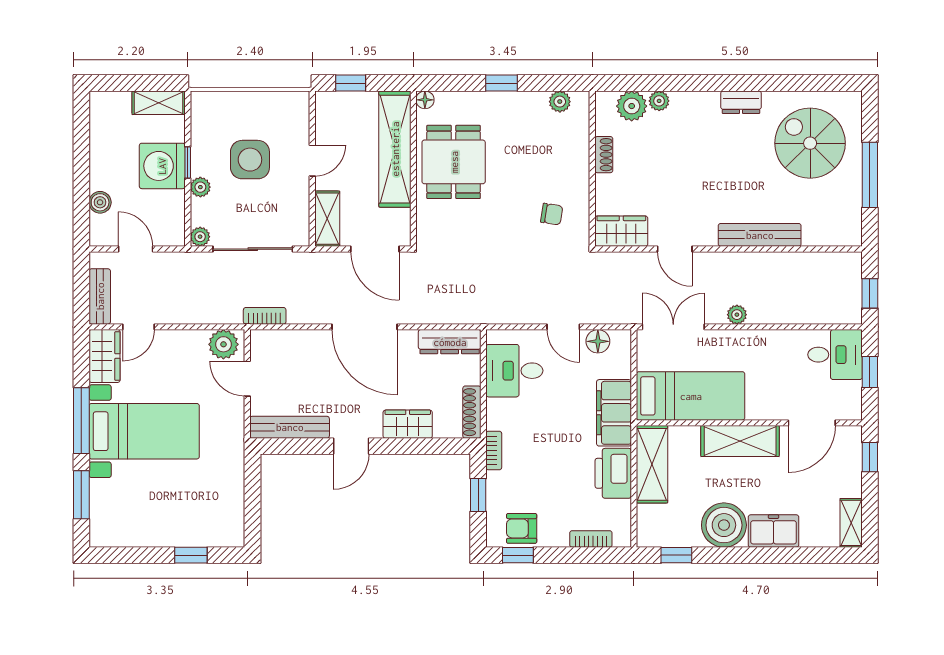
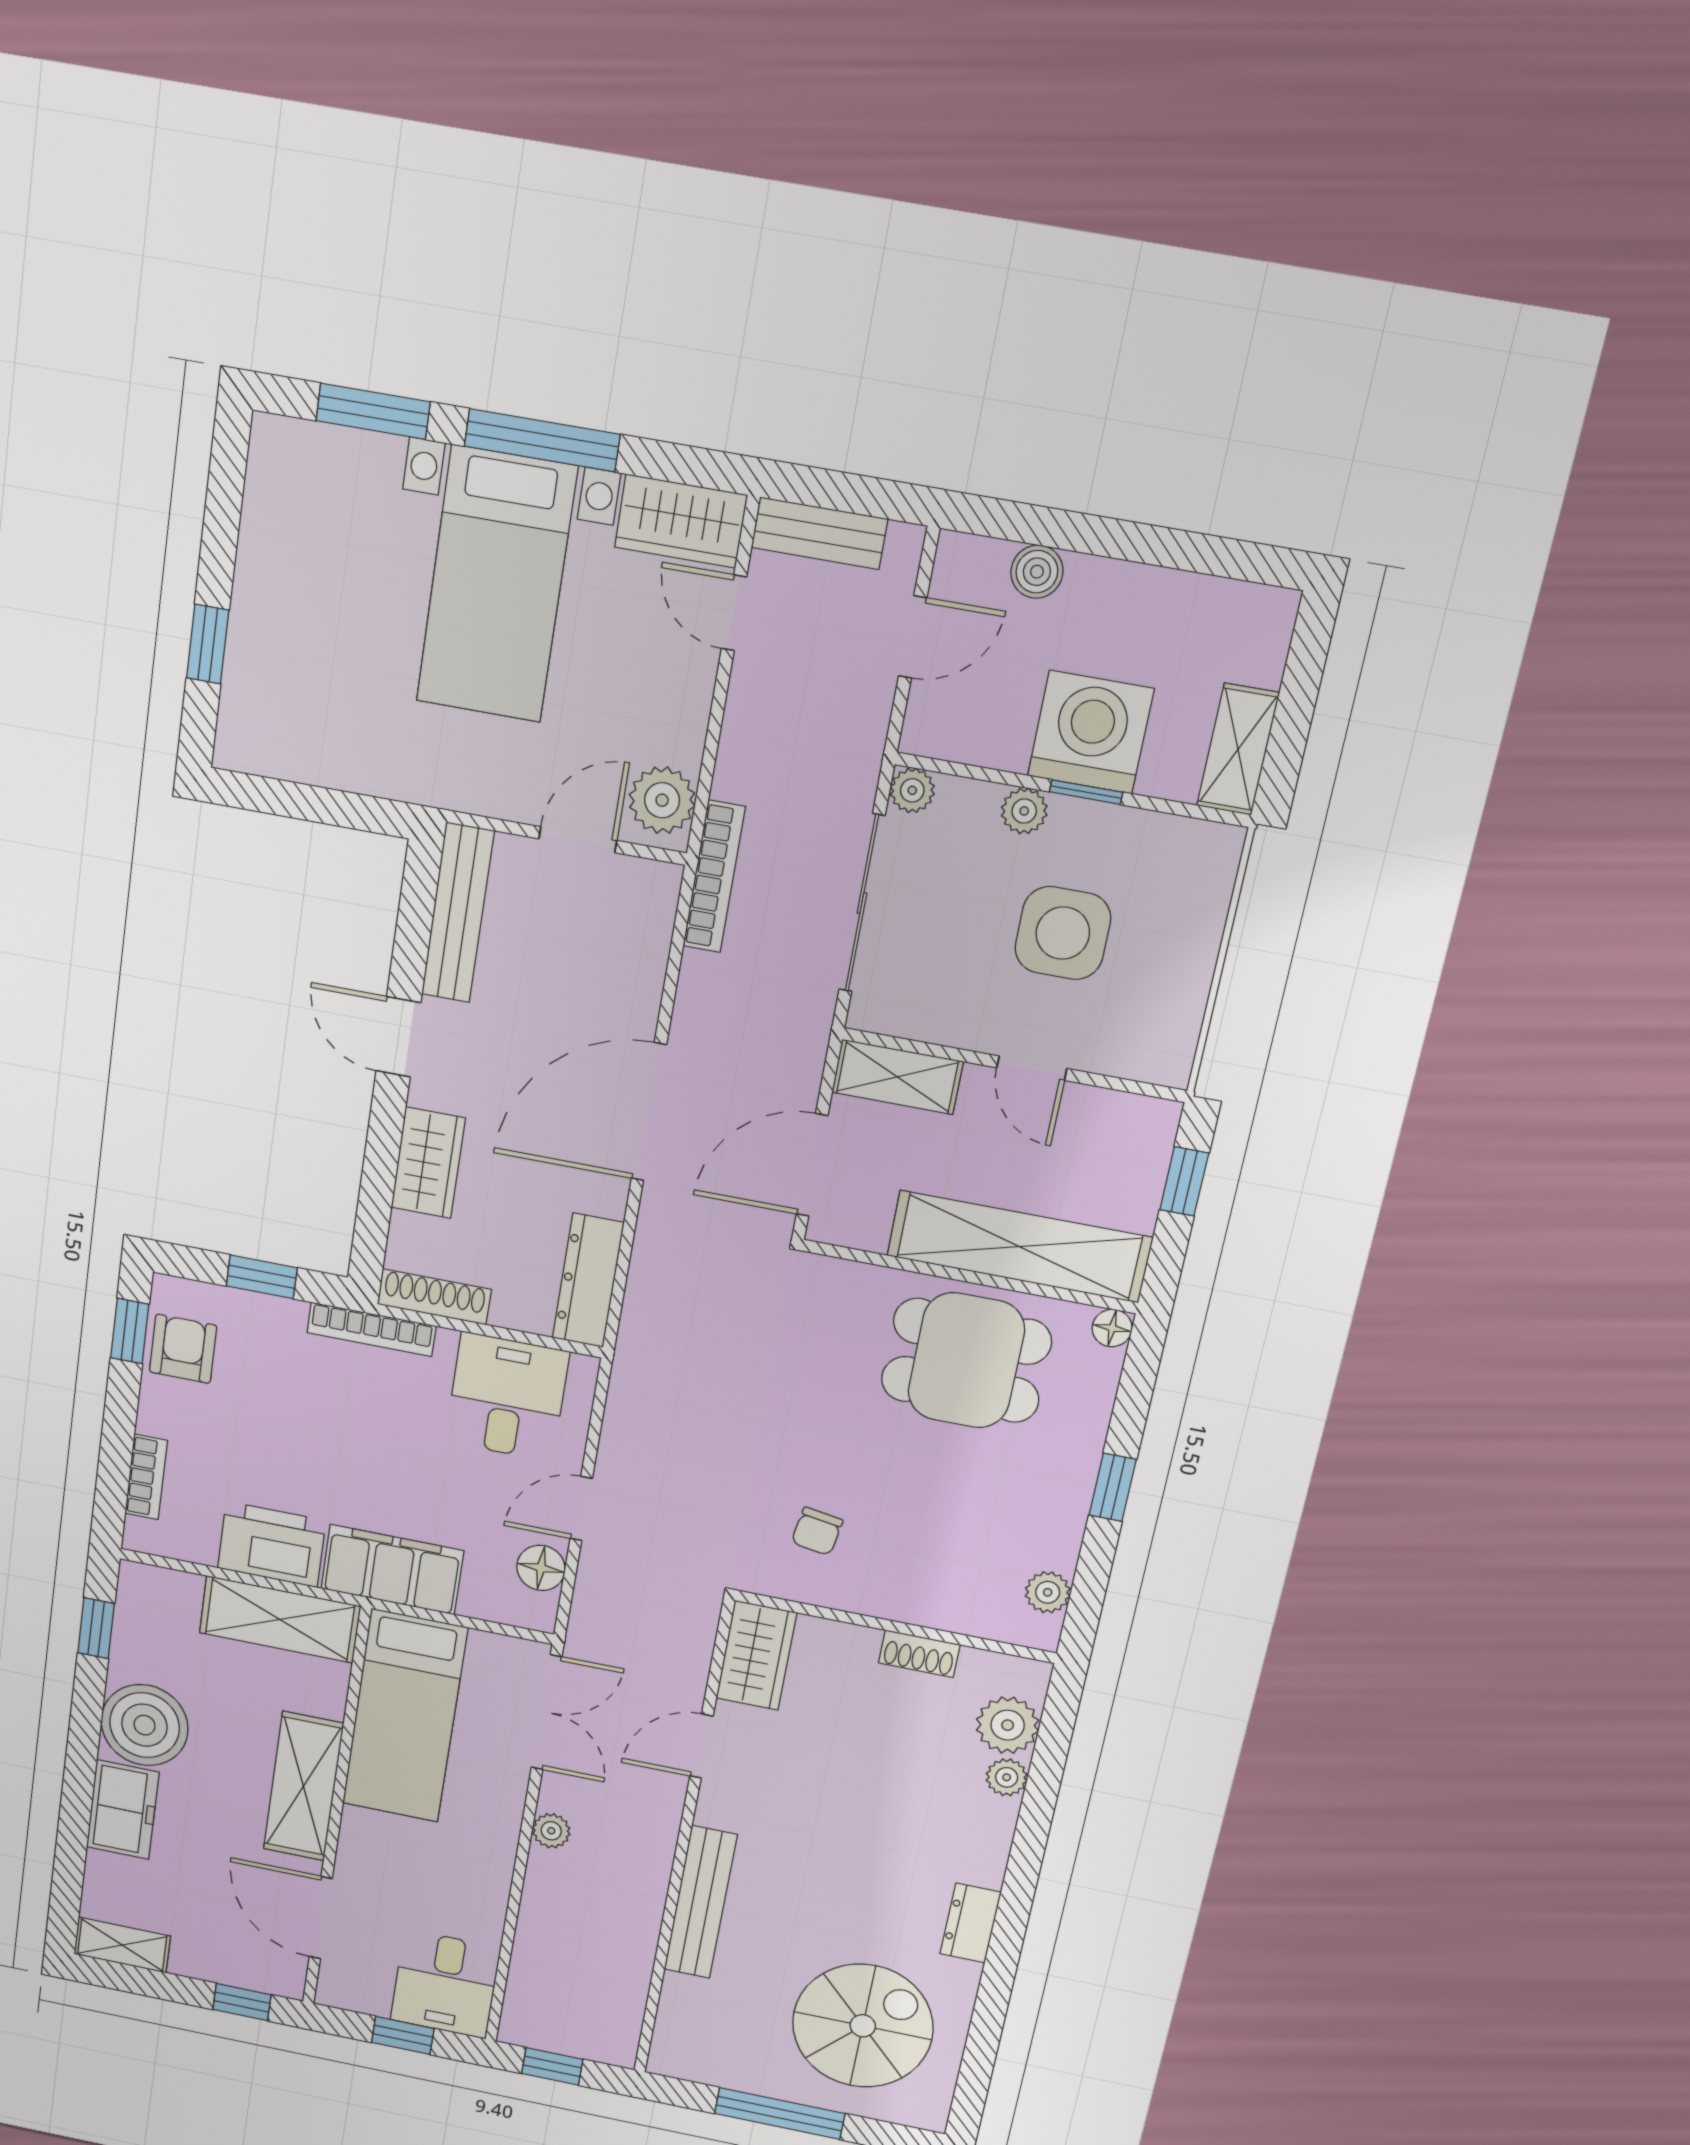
bookcase: (265, 316) -> (714, 877), width x1.56
bookcase: (494, 450) -> (371, 1329), width x1.56

